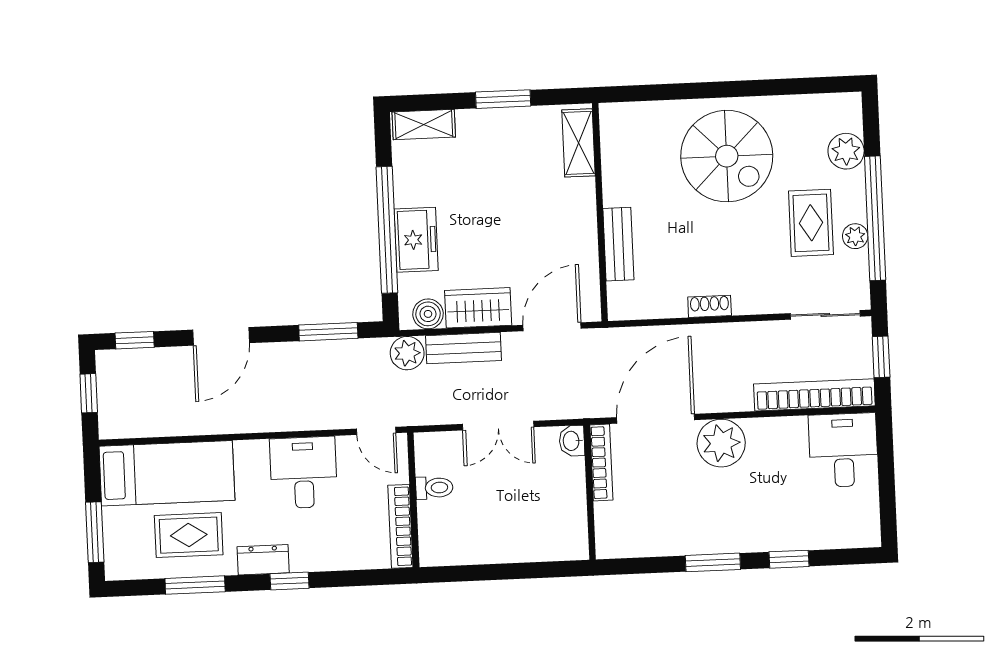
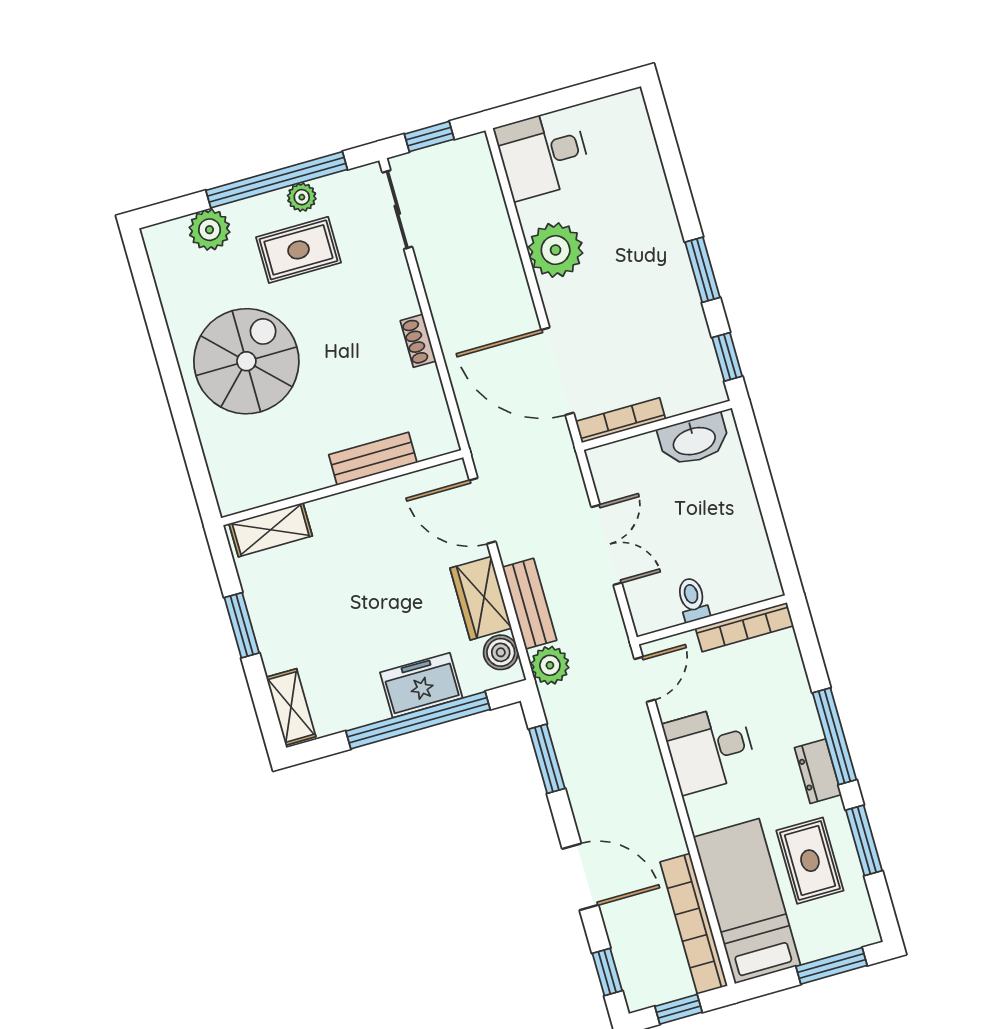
bookcase: (814, 395) -> (694, 924), moved
washbasin: (572, 441) -> (694, 440), moved, width x1.91, depth x1.45
plant: (721, 443) -> (556, 250), moved
window: (789, 559) -> (727, 357), moved
window: (290, 581) -> (835, 736), width x2.17

